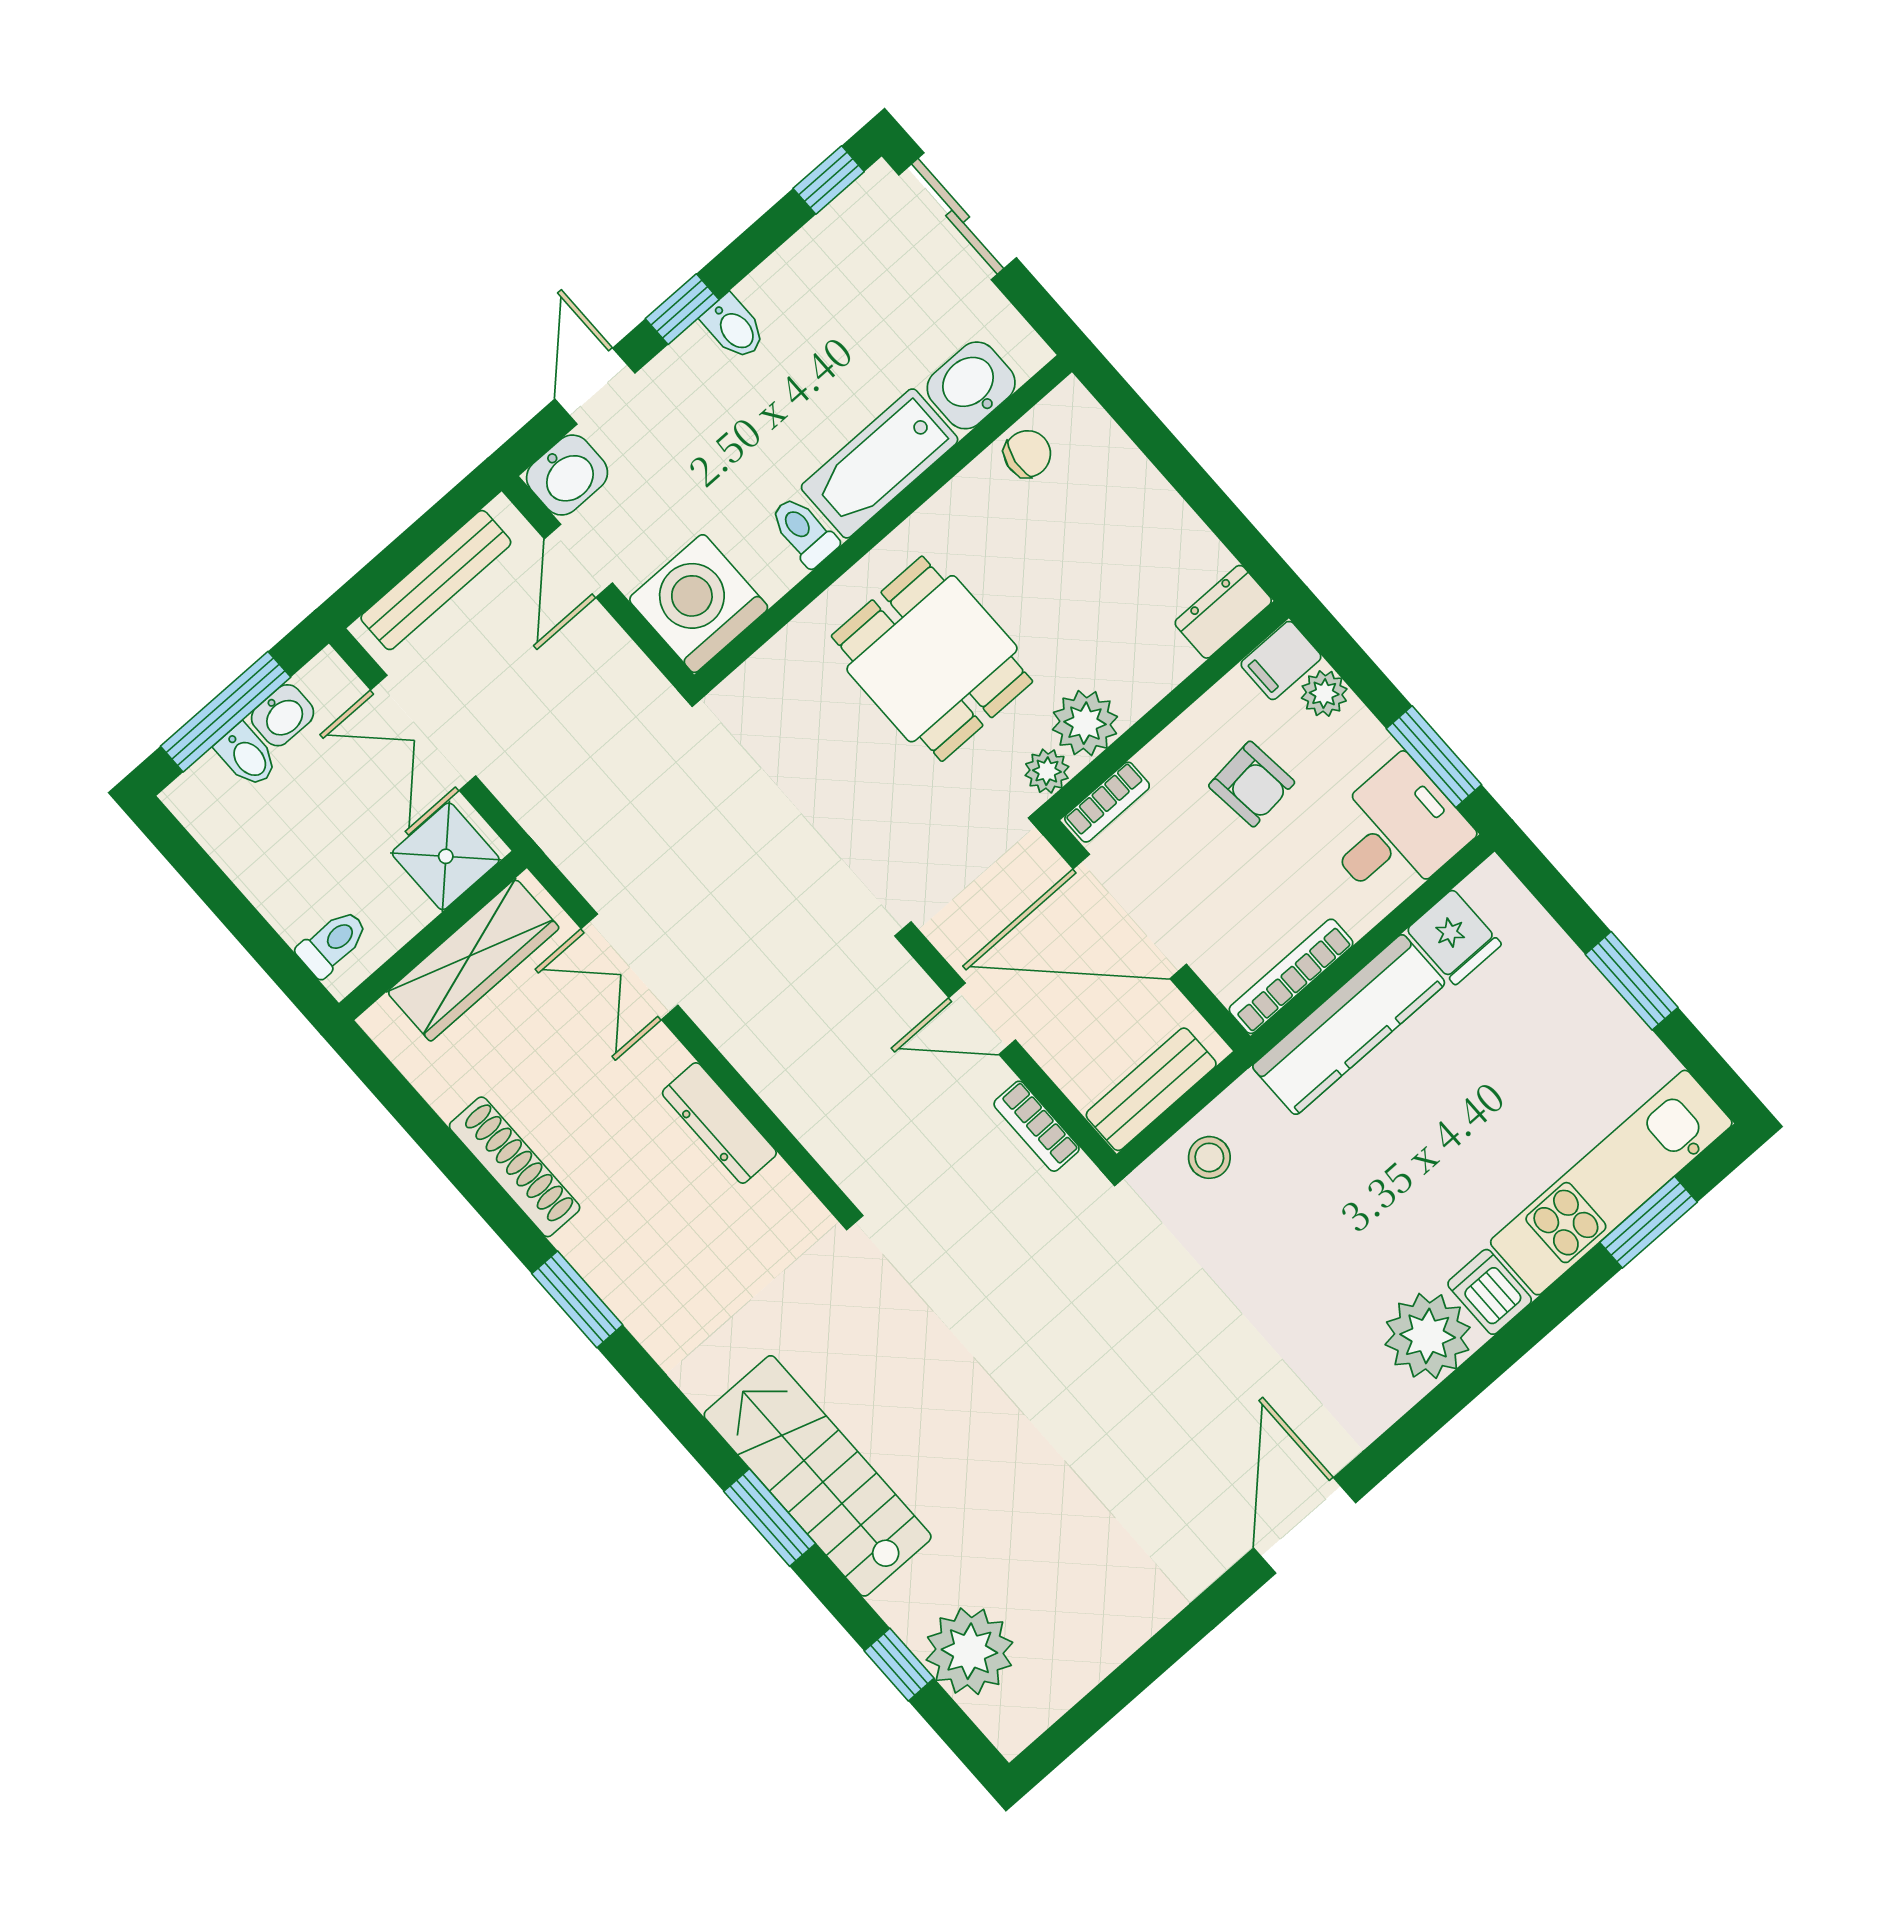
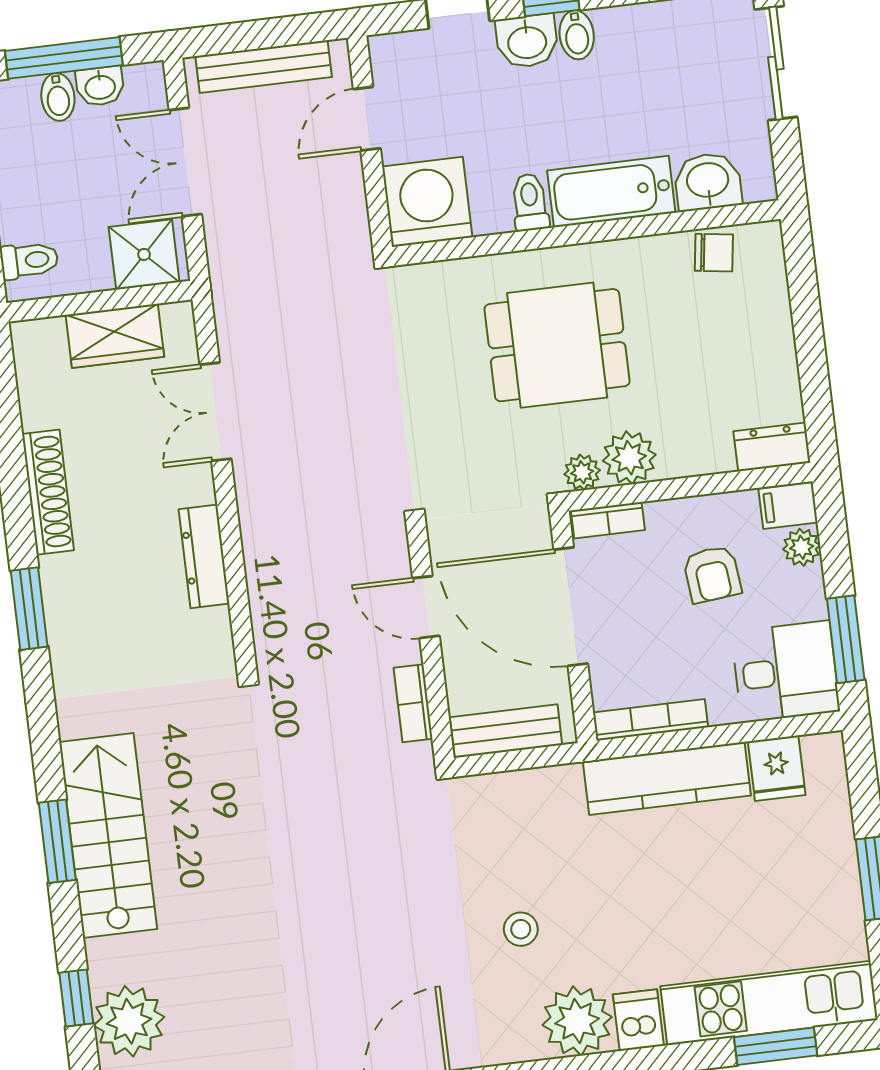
washbasin: (567, 475) -> (527, 41), moved
dining table: (932, 659) -> (557, 345), turned 90
wardrobe: (473, 960) -> (115, 336), width x0.67
stool: (1209, 1157) -> (521, 929), moved

